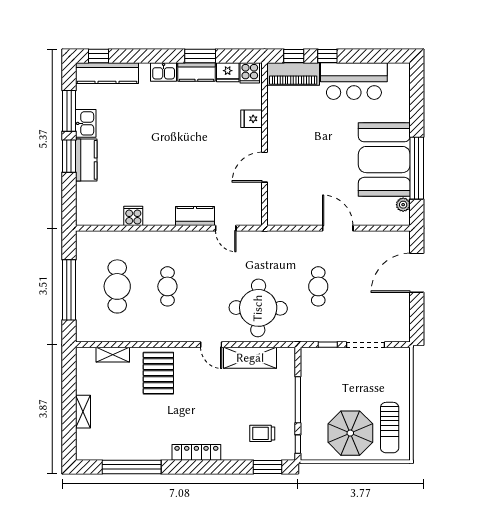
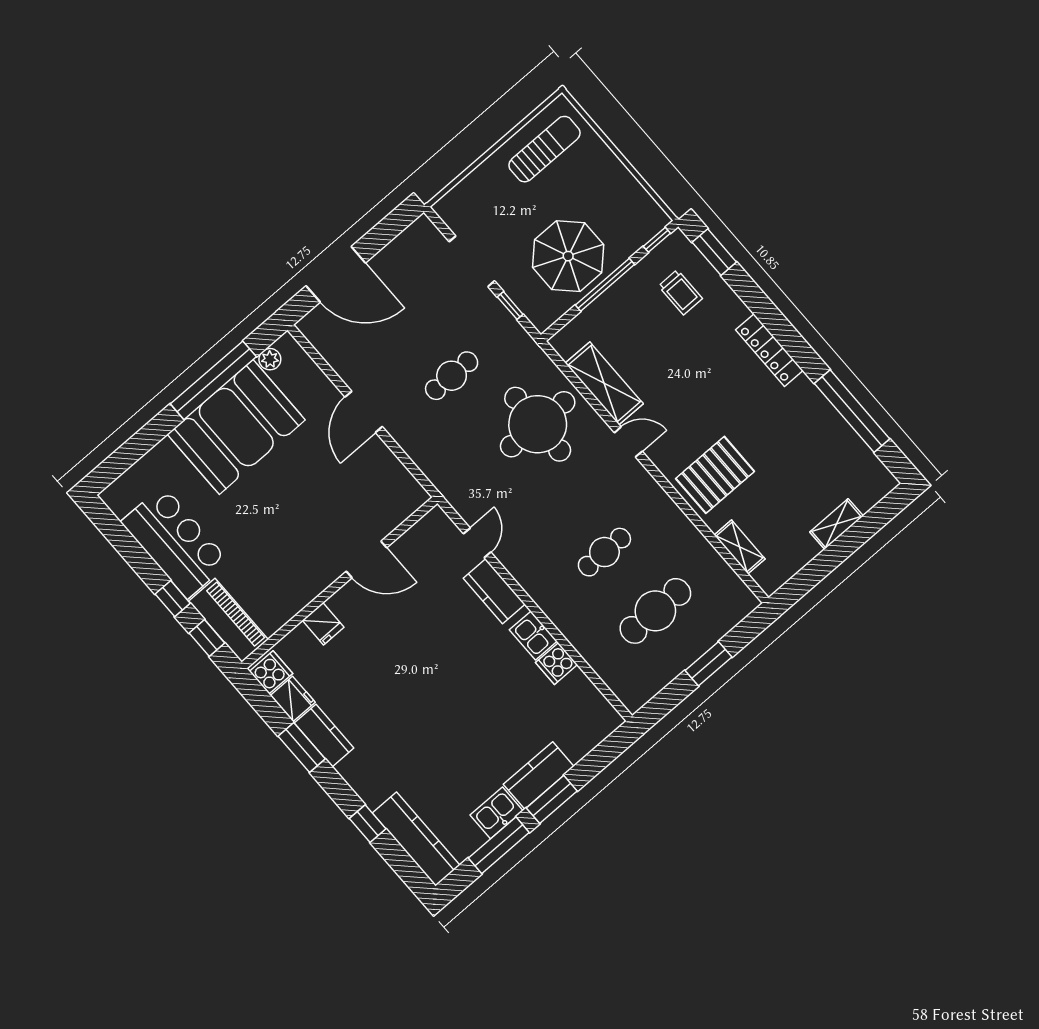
window: (98, 56) -> (368, 824), moved
kitchen sink: (164, 72) -> (533, 636), moved, turned 180
window: (69, 290) -> (708, 664), width x0.47
door: (211, 345) -> (628, 442), hinge flipped
parasol: (350, 433) -> (568, 256), moved

